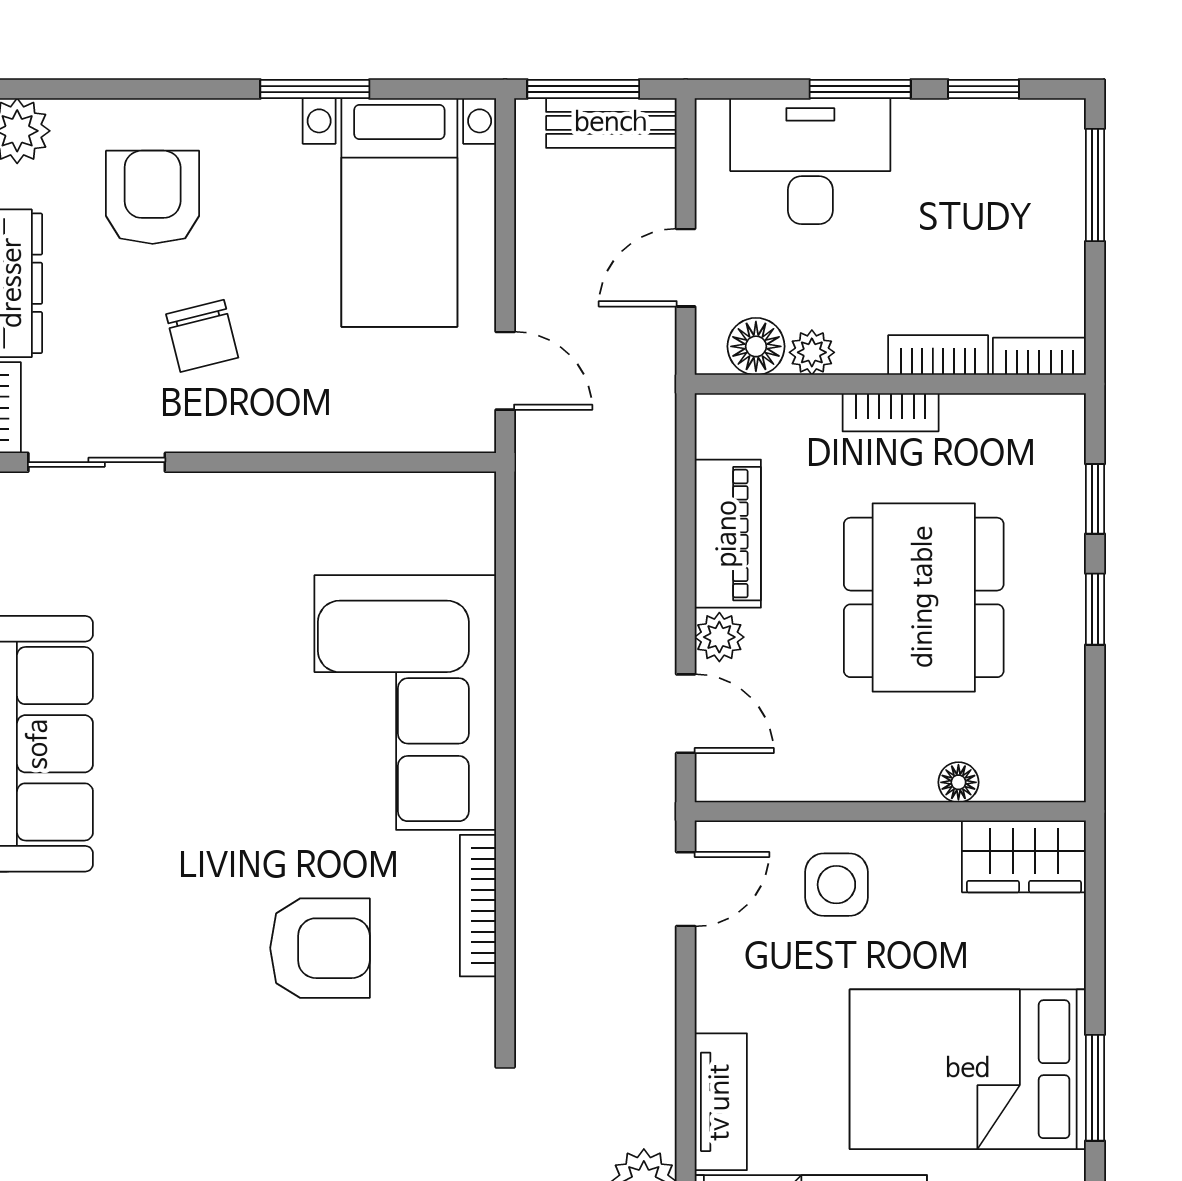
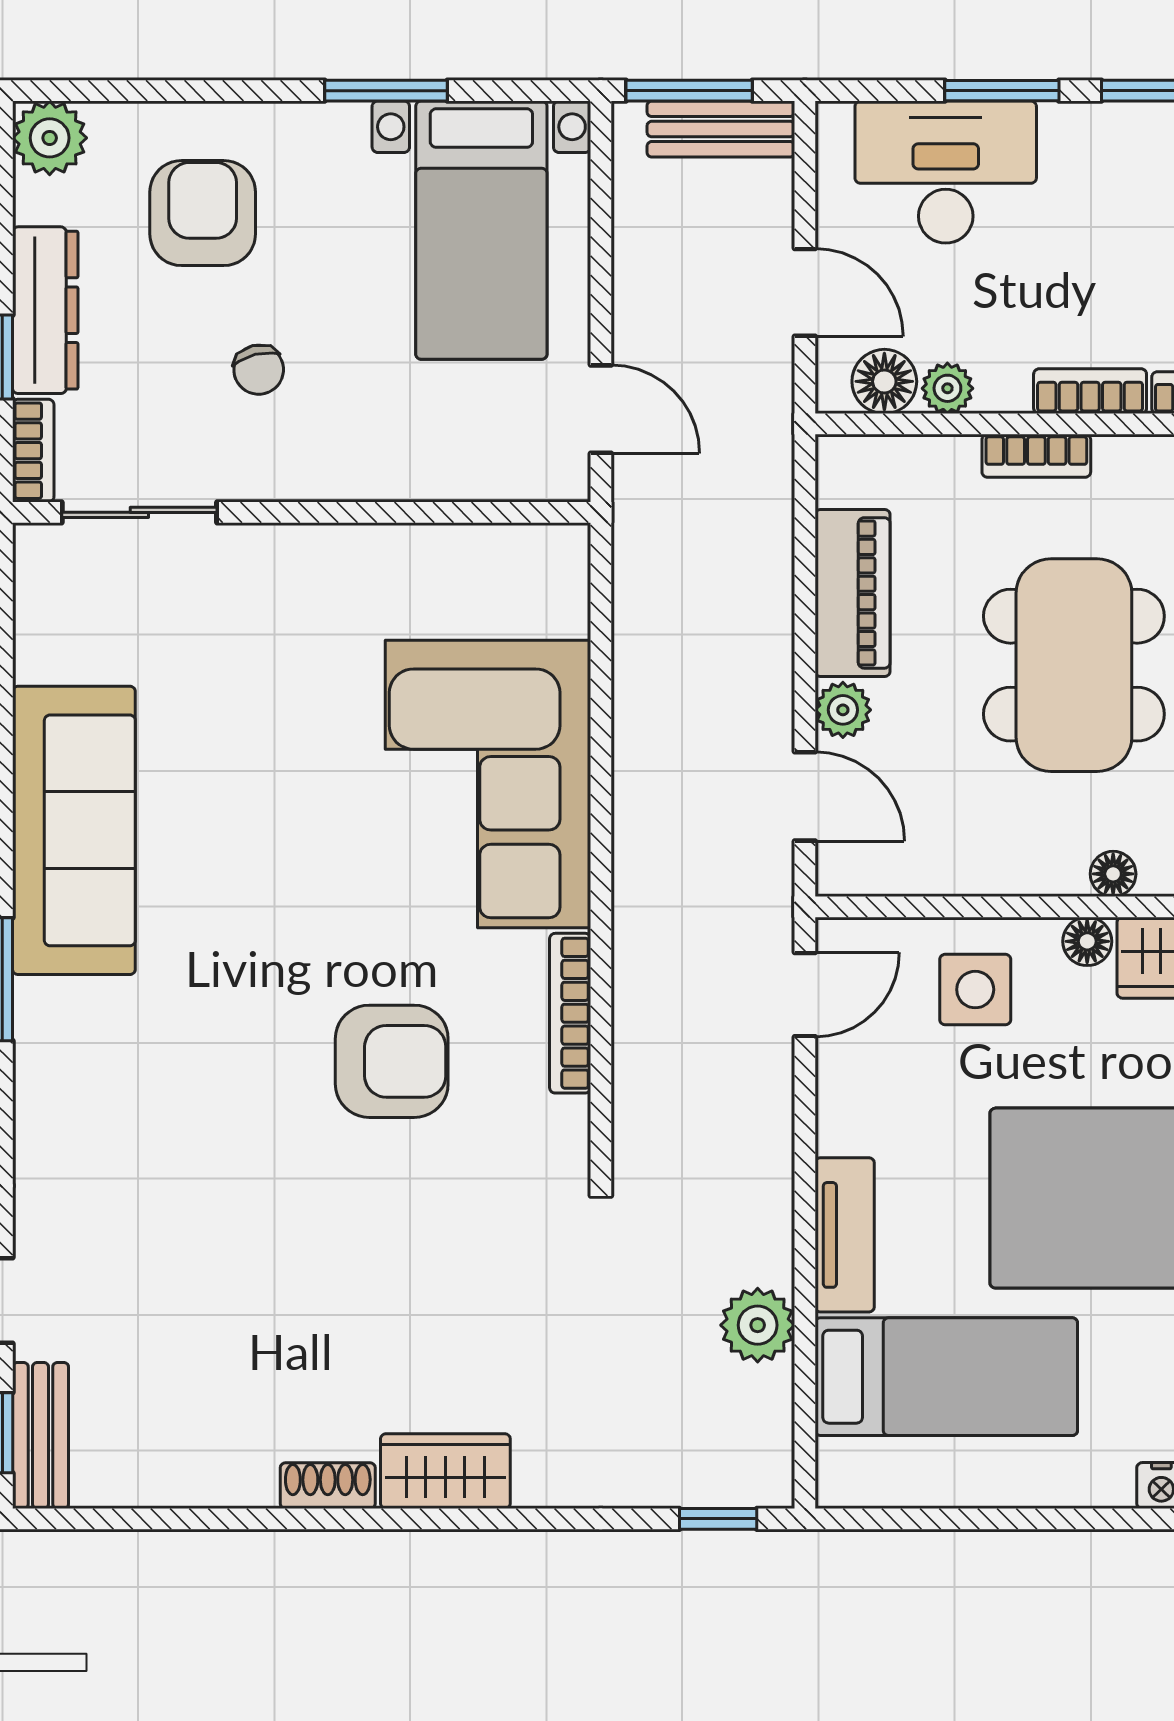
door: (686, 268) -> (805, 292), swing flipped
chair: (202, 336) -> (259, 370), width x0.73, depth x0.73
floor lamp: (936, 842) -> (1087, 941), added

